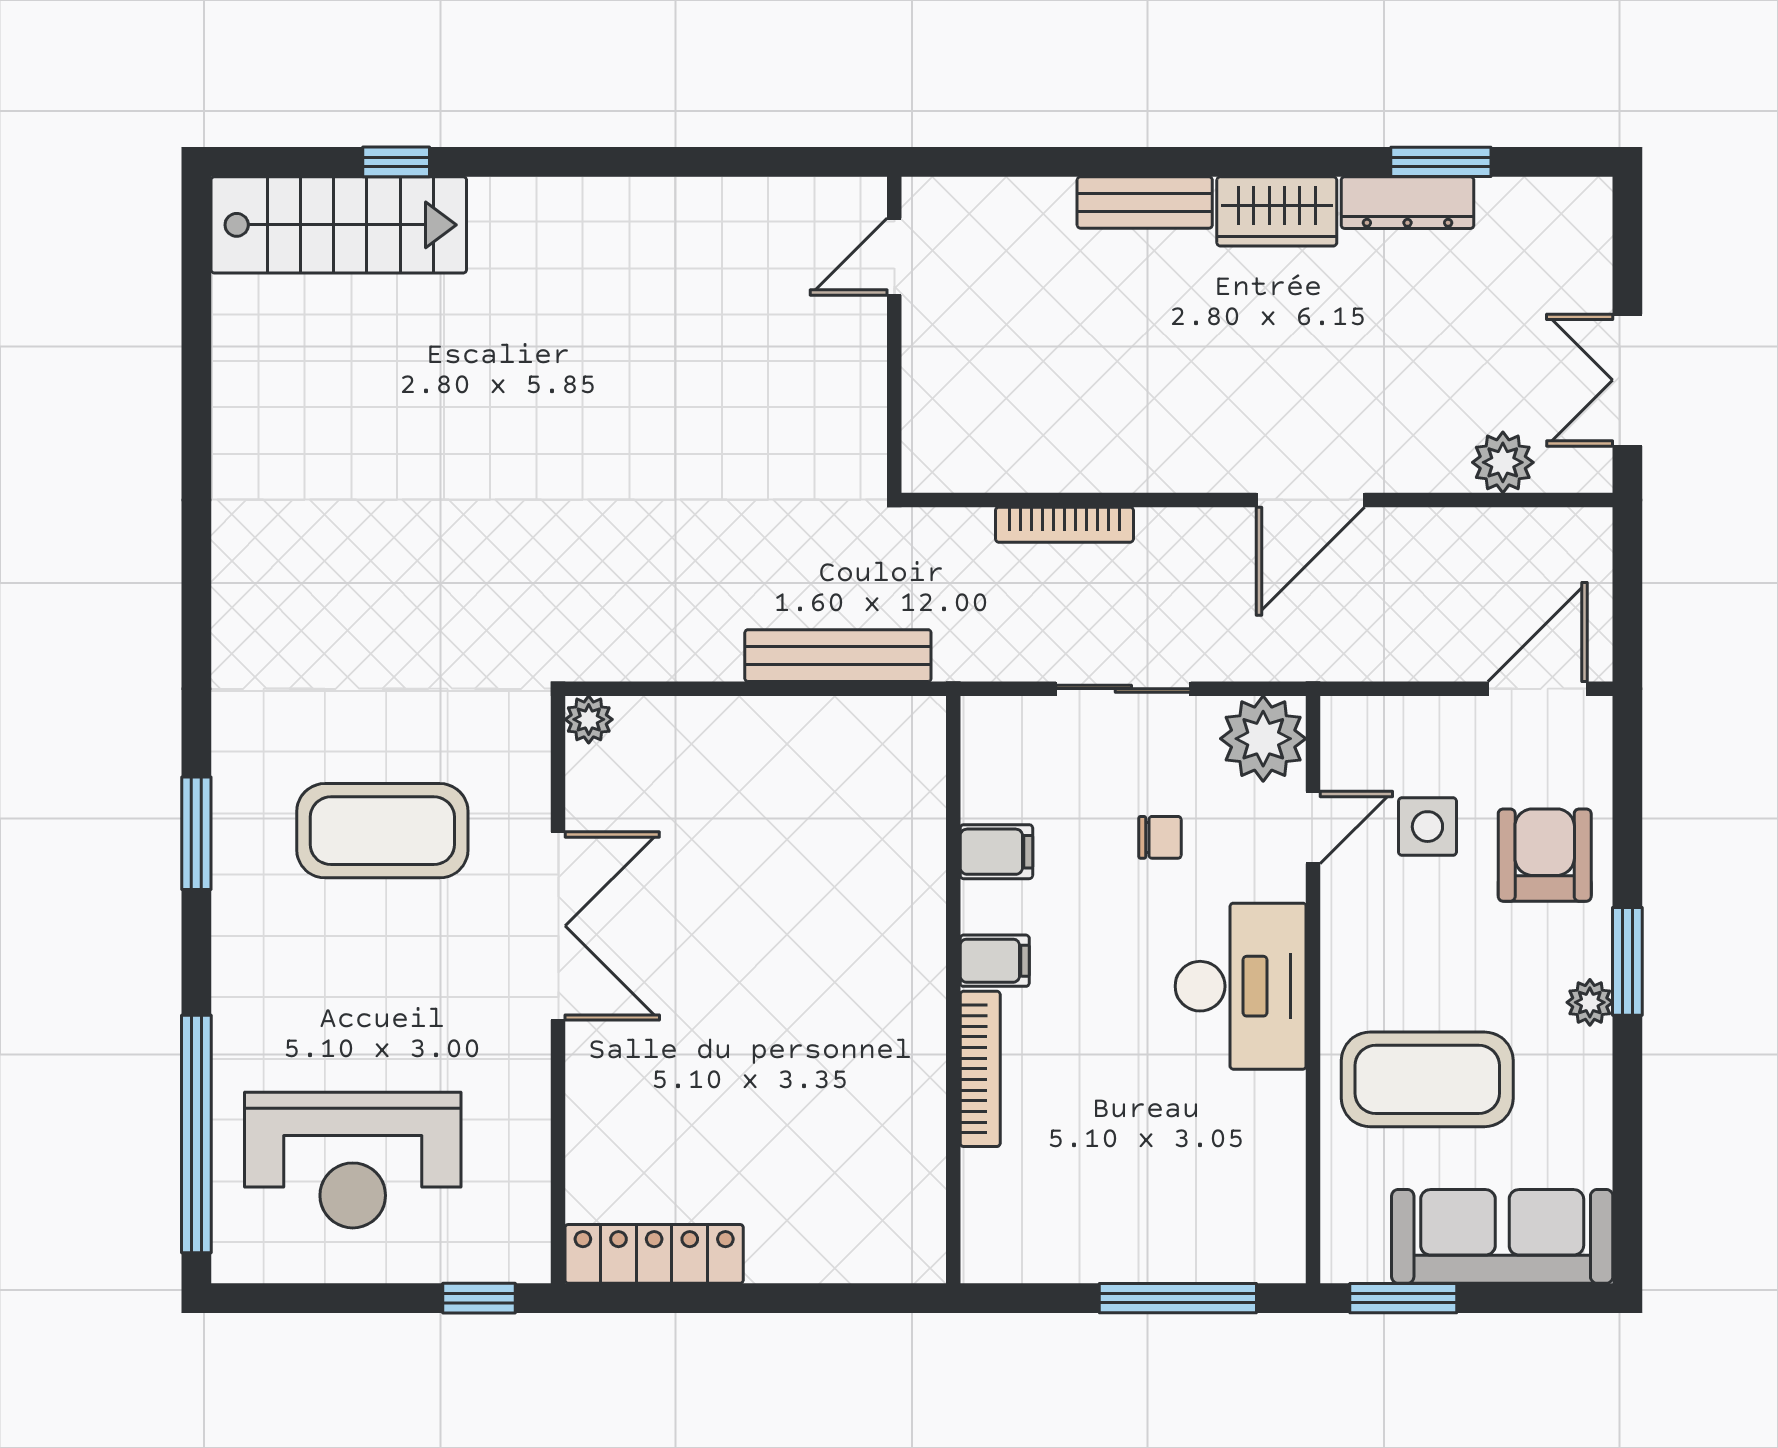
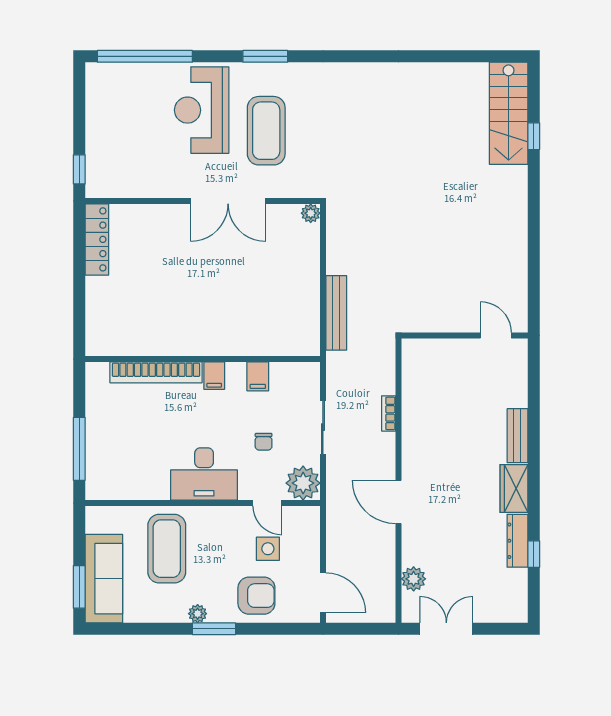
window: (1441, 162) -> (534, 554), width x0.67
bookcase: (1064, 525) -> (389, 413), width x0.64
bookcase: (980, 1069) -> (156, 372), width x1.48, depth x1.31
reception desk: (353, 1160) -> (202, 110), moved
window: (1403, 1298) -> (79, 587), moved

